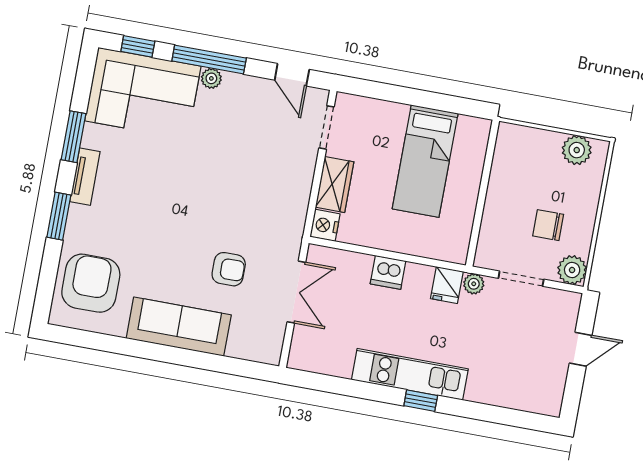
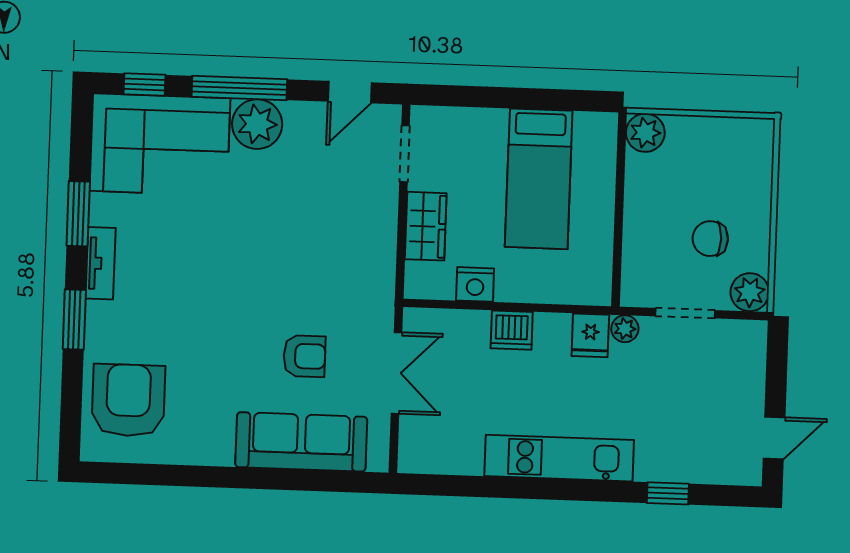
door: (292, 75) -> (350, 92), hinge flipped
plant: (211, 78) -> (257, 124), width x1.88, depth x1.88
plant: (577, 150) -> (645, 133), moved
nightstand: (325, 225) -> (475, 284), moved, turned -90
sofa: (179, 327) -> (301, 442), moved
door: (581, 349) -> (774, 438), moved
window: (421, 401) -> (668, 493), moved

